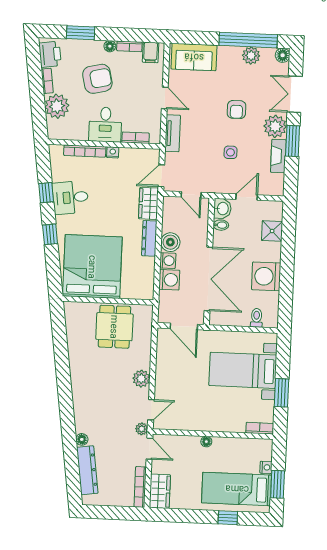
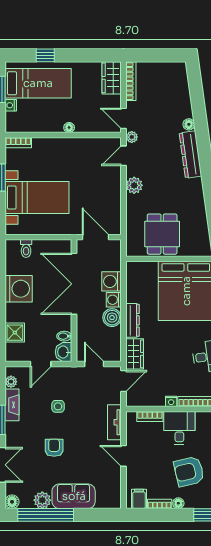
sofa: (194, 57) -> (74, 496), moved
plant: (275, 126) -> (11, 382), moved, width x0.53, depth x0.53
dresser: (87, 470) -> (190, 154), moved

